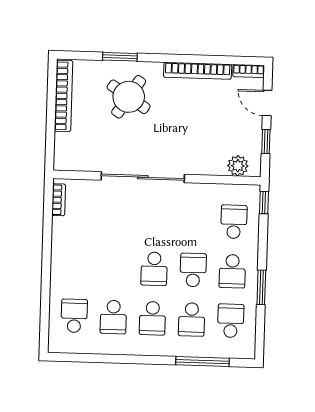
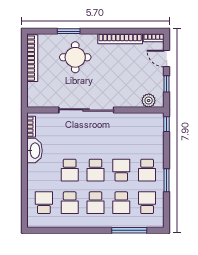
round table: (129, 97) -> (75, 57), turned -33
school desk: (234, 222) -> (70, 170), moved, turned 180
washbasin: (63, 236) -> (35, 151), added

